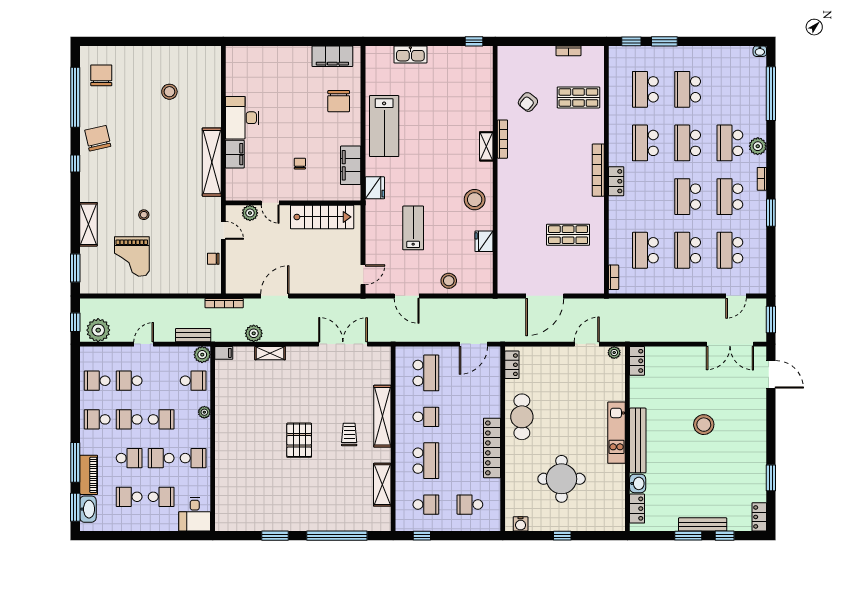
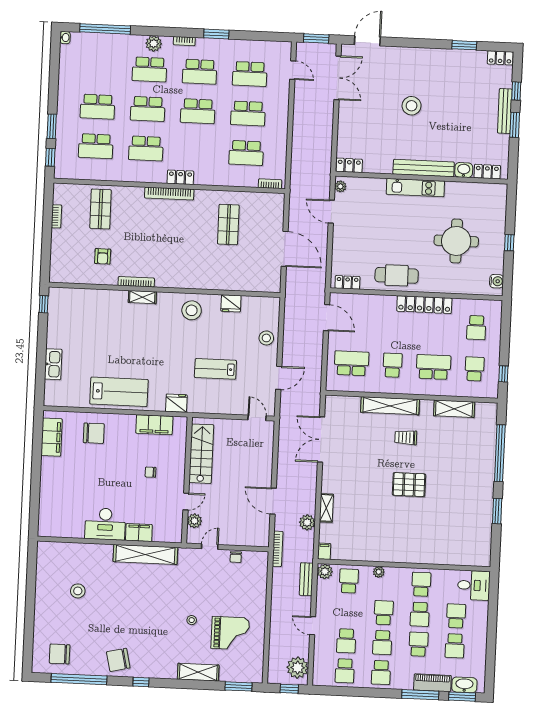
armchair: (528, 102) -> (103, 256), turned 51

